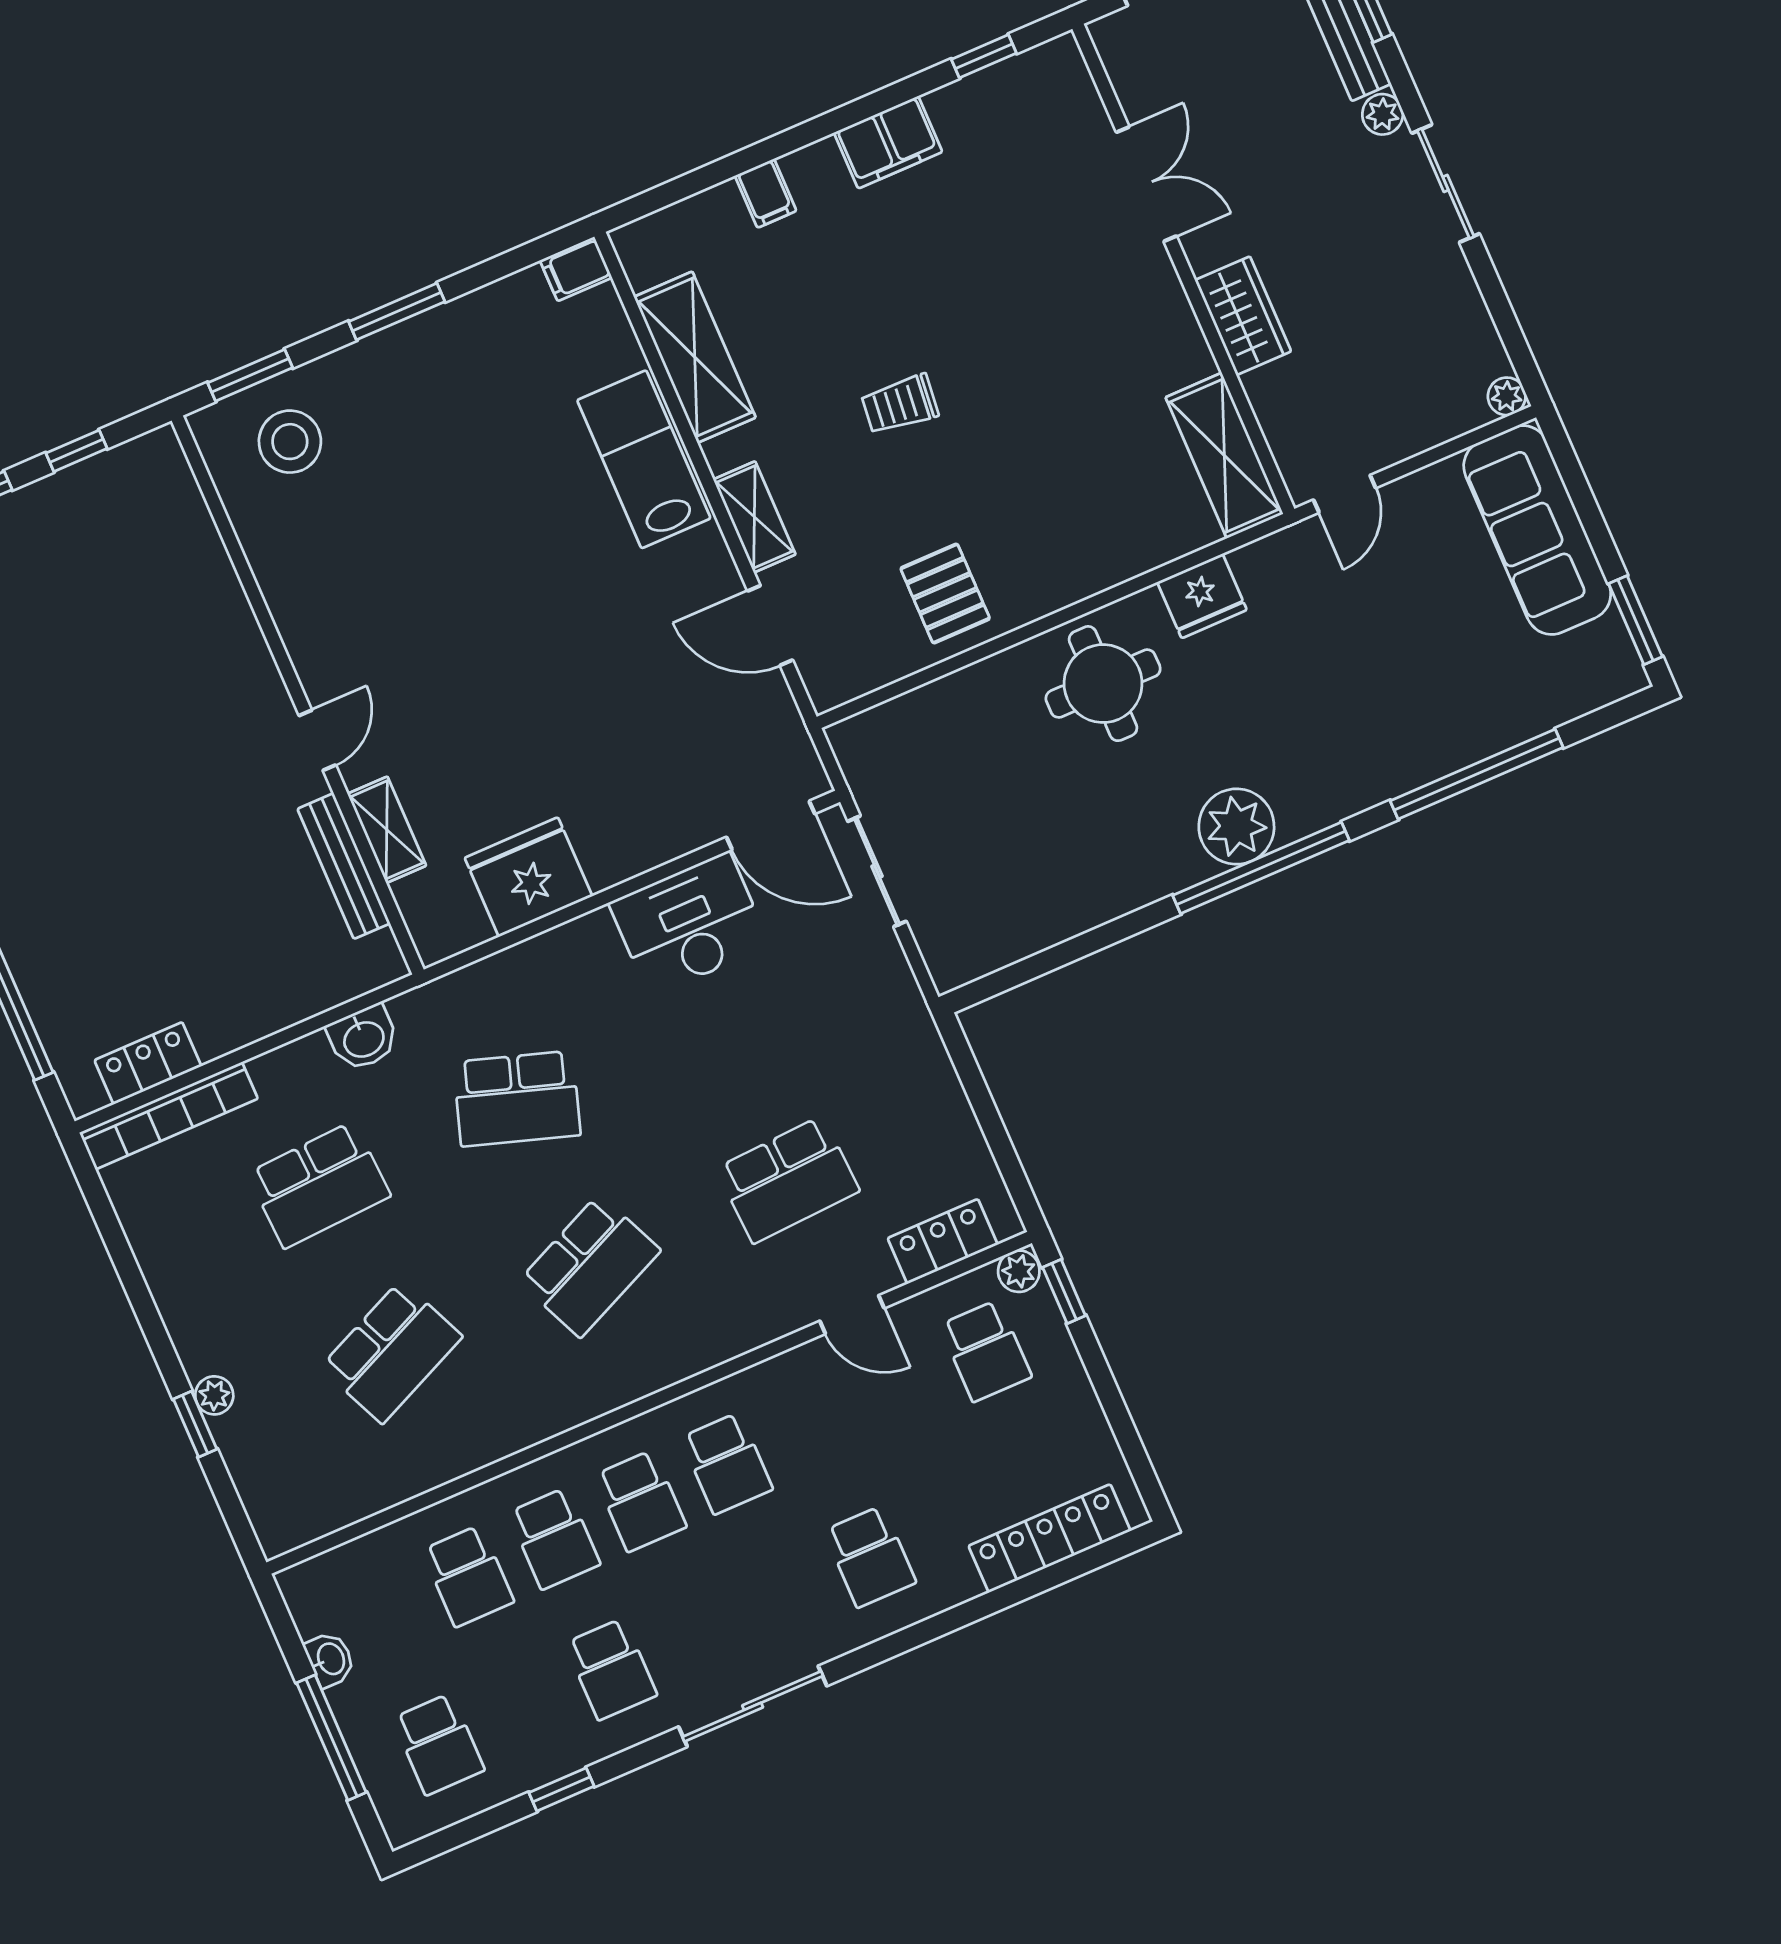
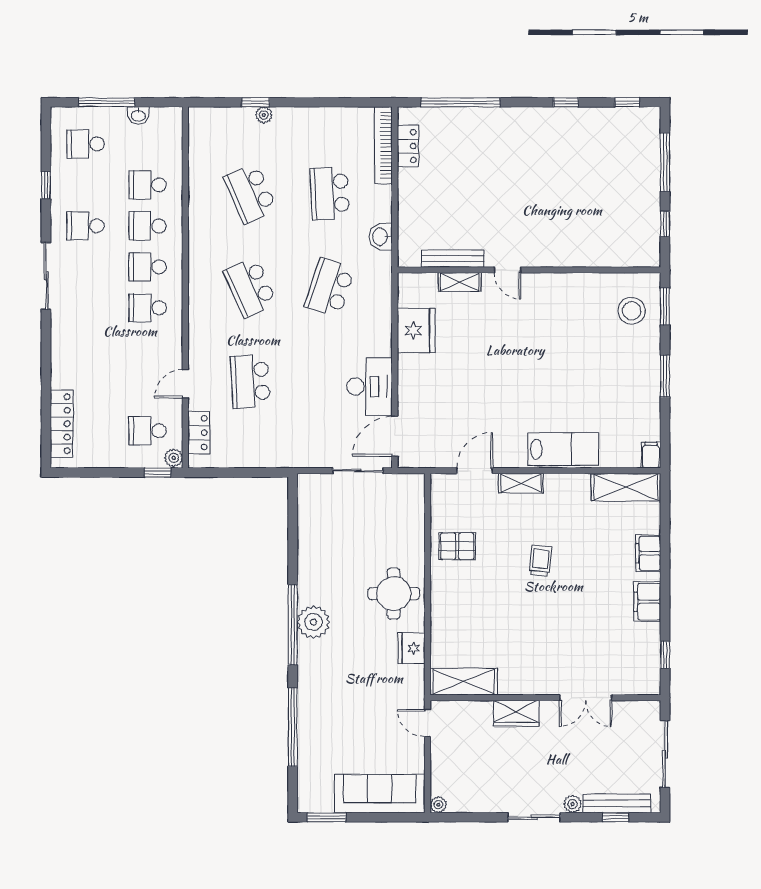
filing cabinet: (766, 193) -> (648, 553), width x2.00
shelving: (695, 357) -> (626, 487), moved
school desk: (870, 1557) -> (85, 349), removed

